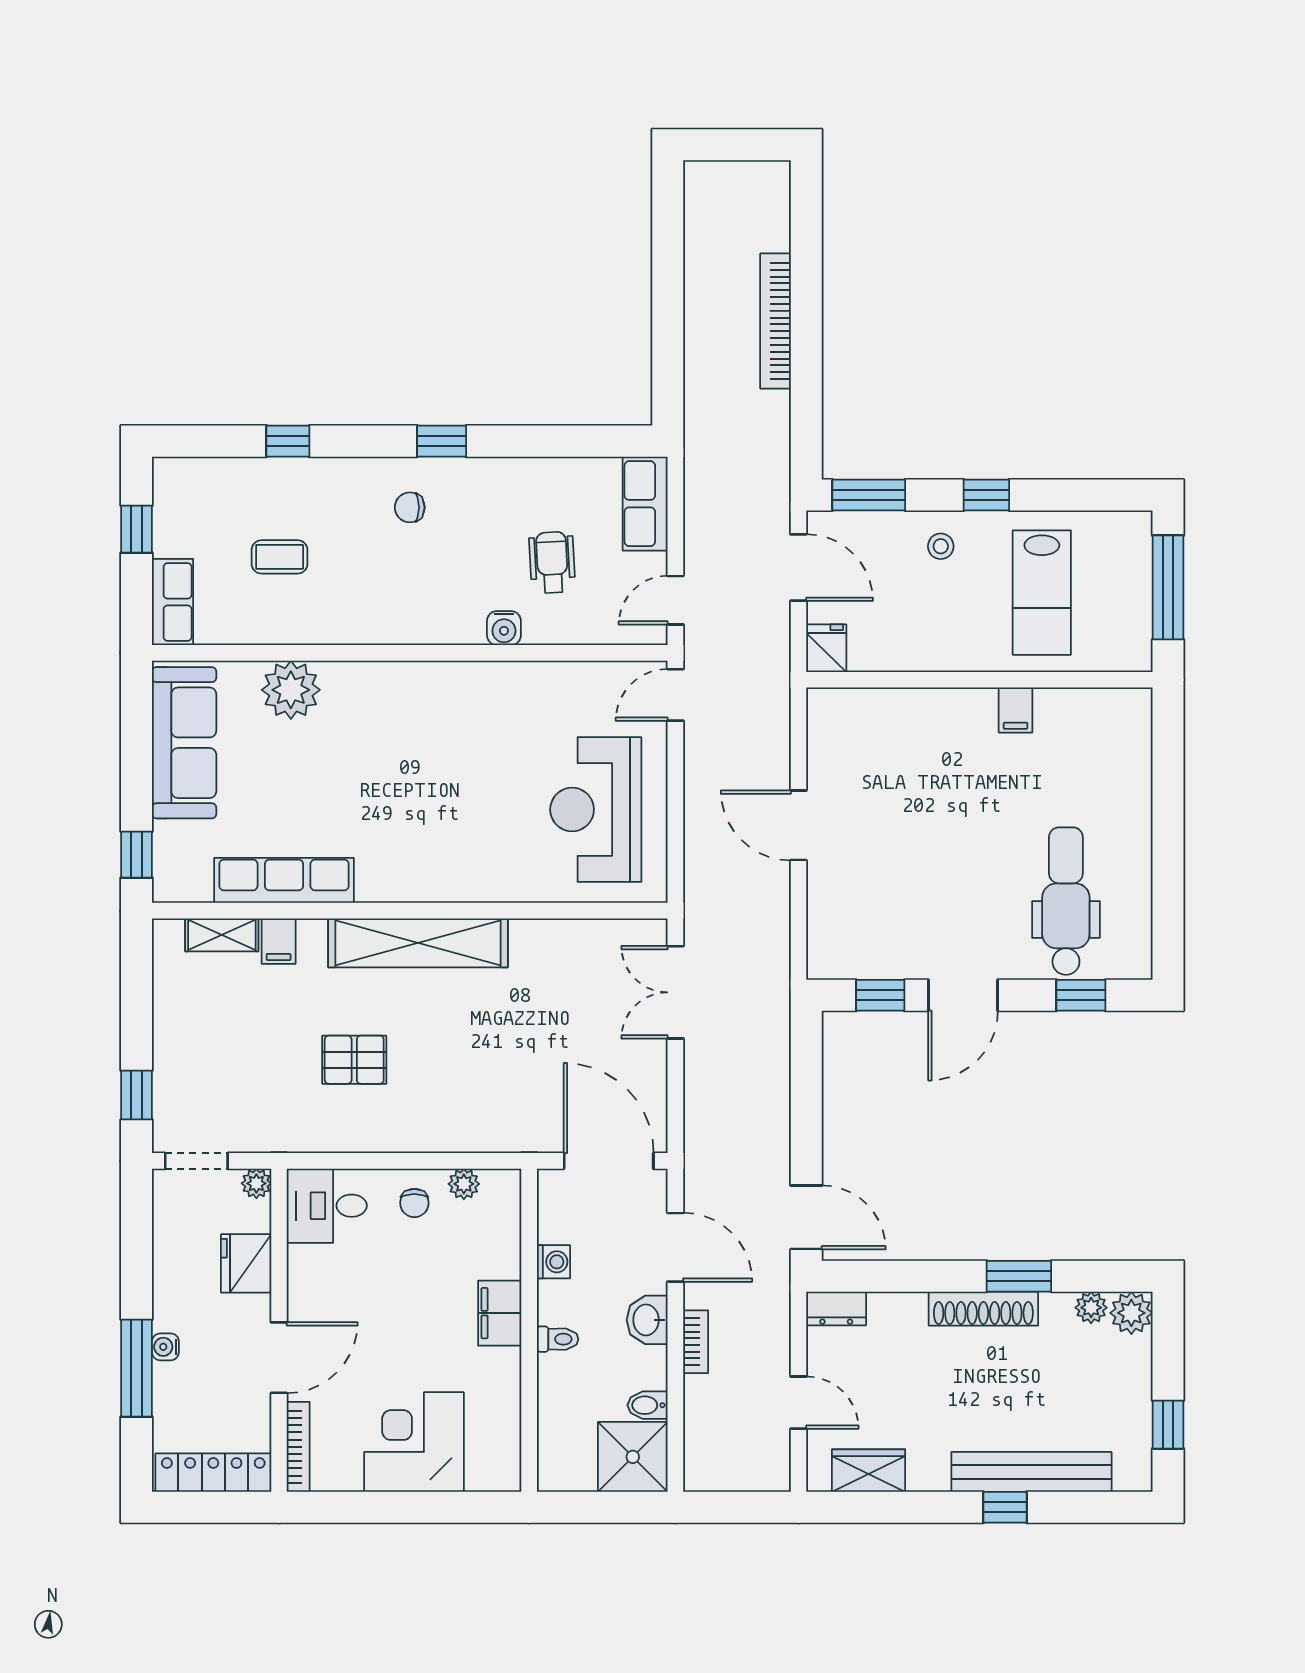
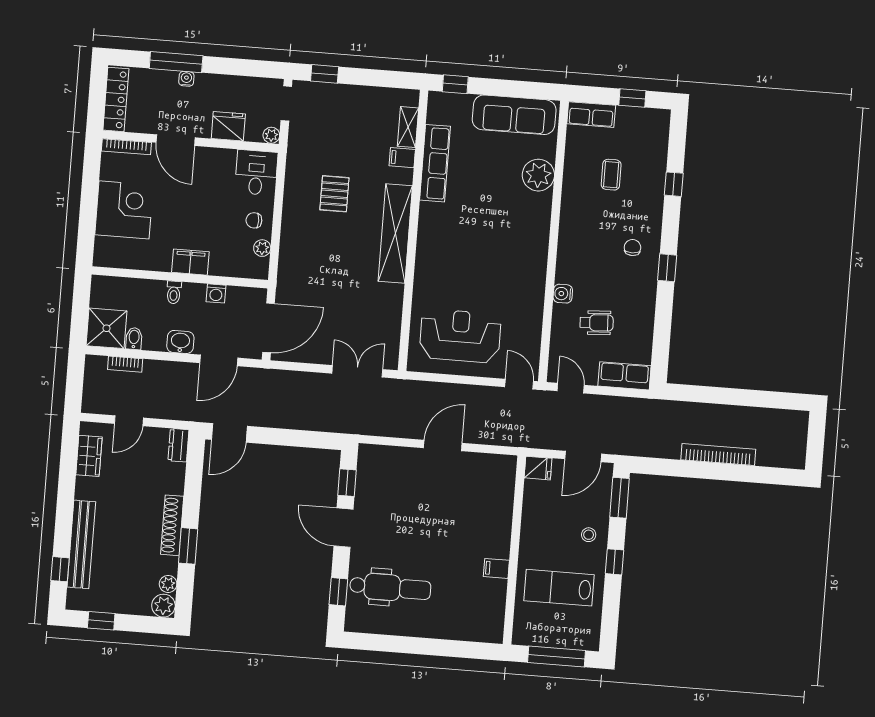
bookcase: (696, 1342) -> (125, 364), moved
window: (1005, 1507) -> (60, 569), moved

